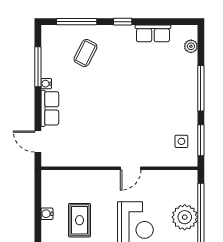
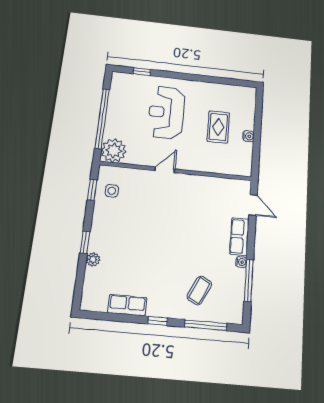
plant: (191, 46) -> (93, 260), moved
window: (201, 88) -> (85, 242), width x0.46
window: (201, 140) -> (92, 190), width x0.67
plant: (185, 217) -> (114, 151), moved

